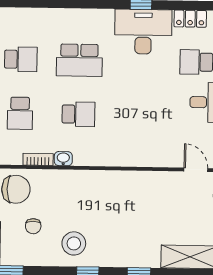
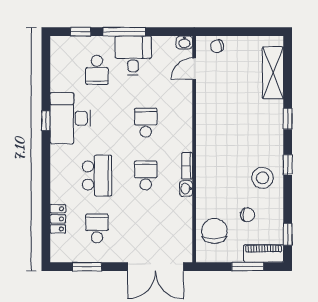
locker: (190, 19) -> (58, 219), moved
school desk: (20, 113) -> (146, 123), moved, turned -90
bookcase: (38, 159) -> (187, 166), moved

